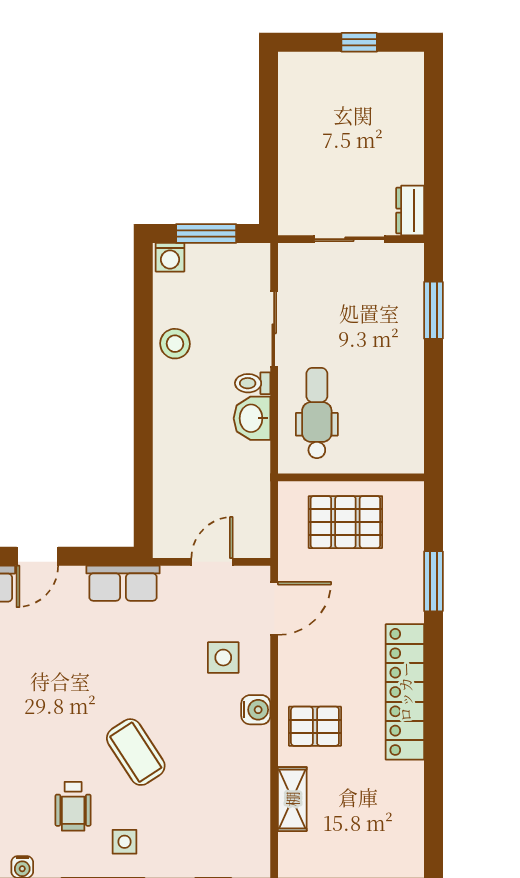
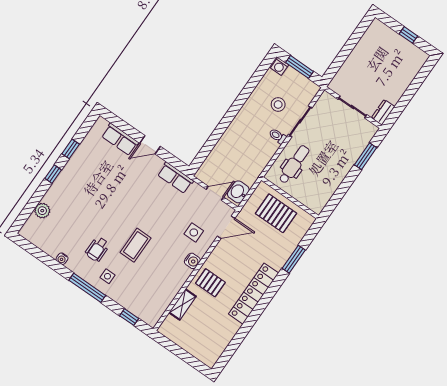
stool: (175, 344) -> (278, 105), moved
washbasin: (252, 418) -> (238, 192), moved
coffee table: (136, 752) -> (136, 245), turned 33

